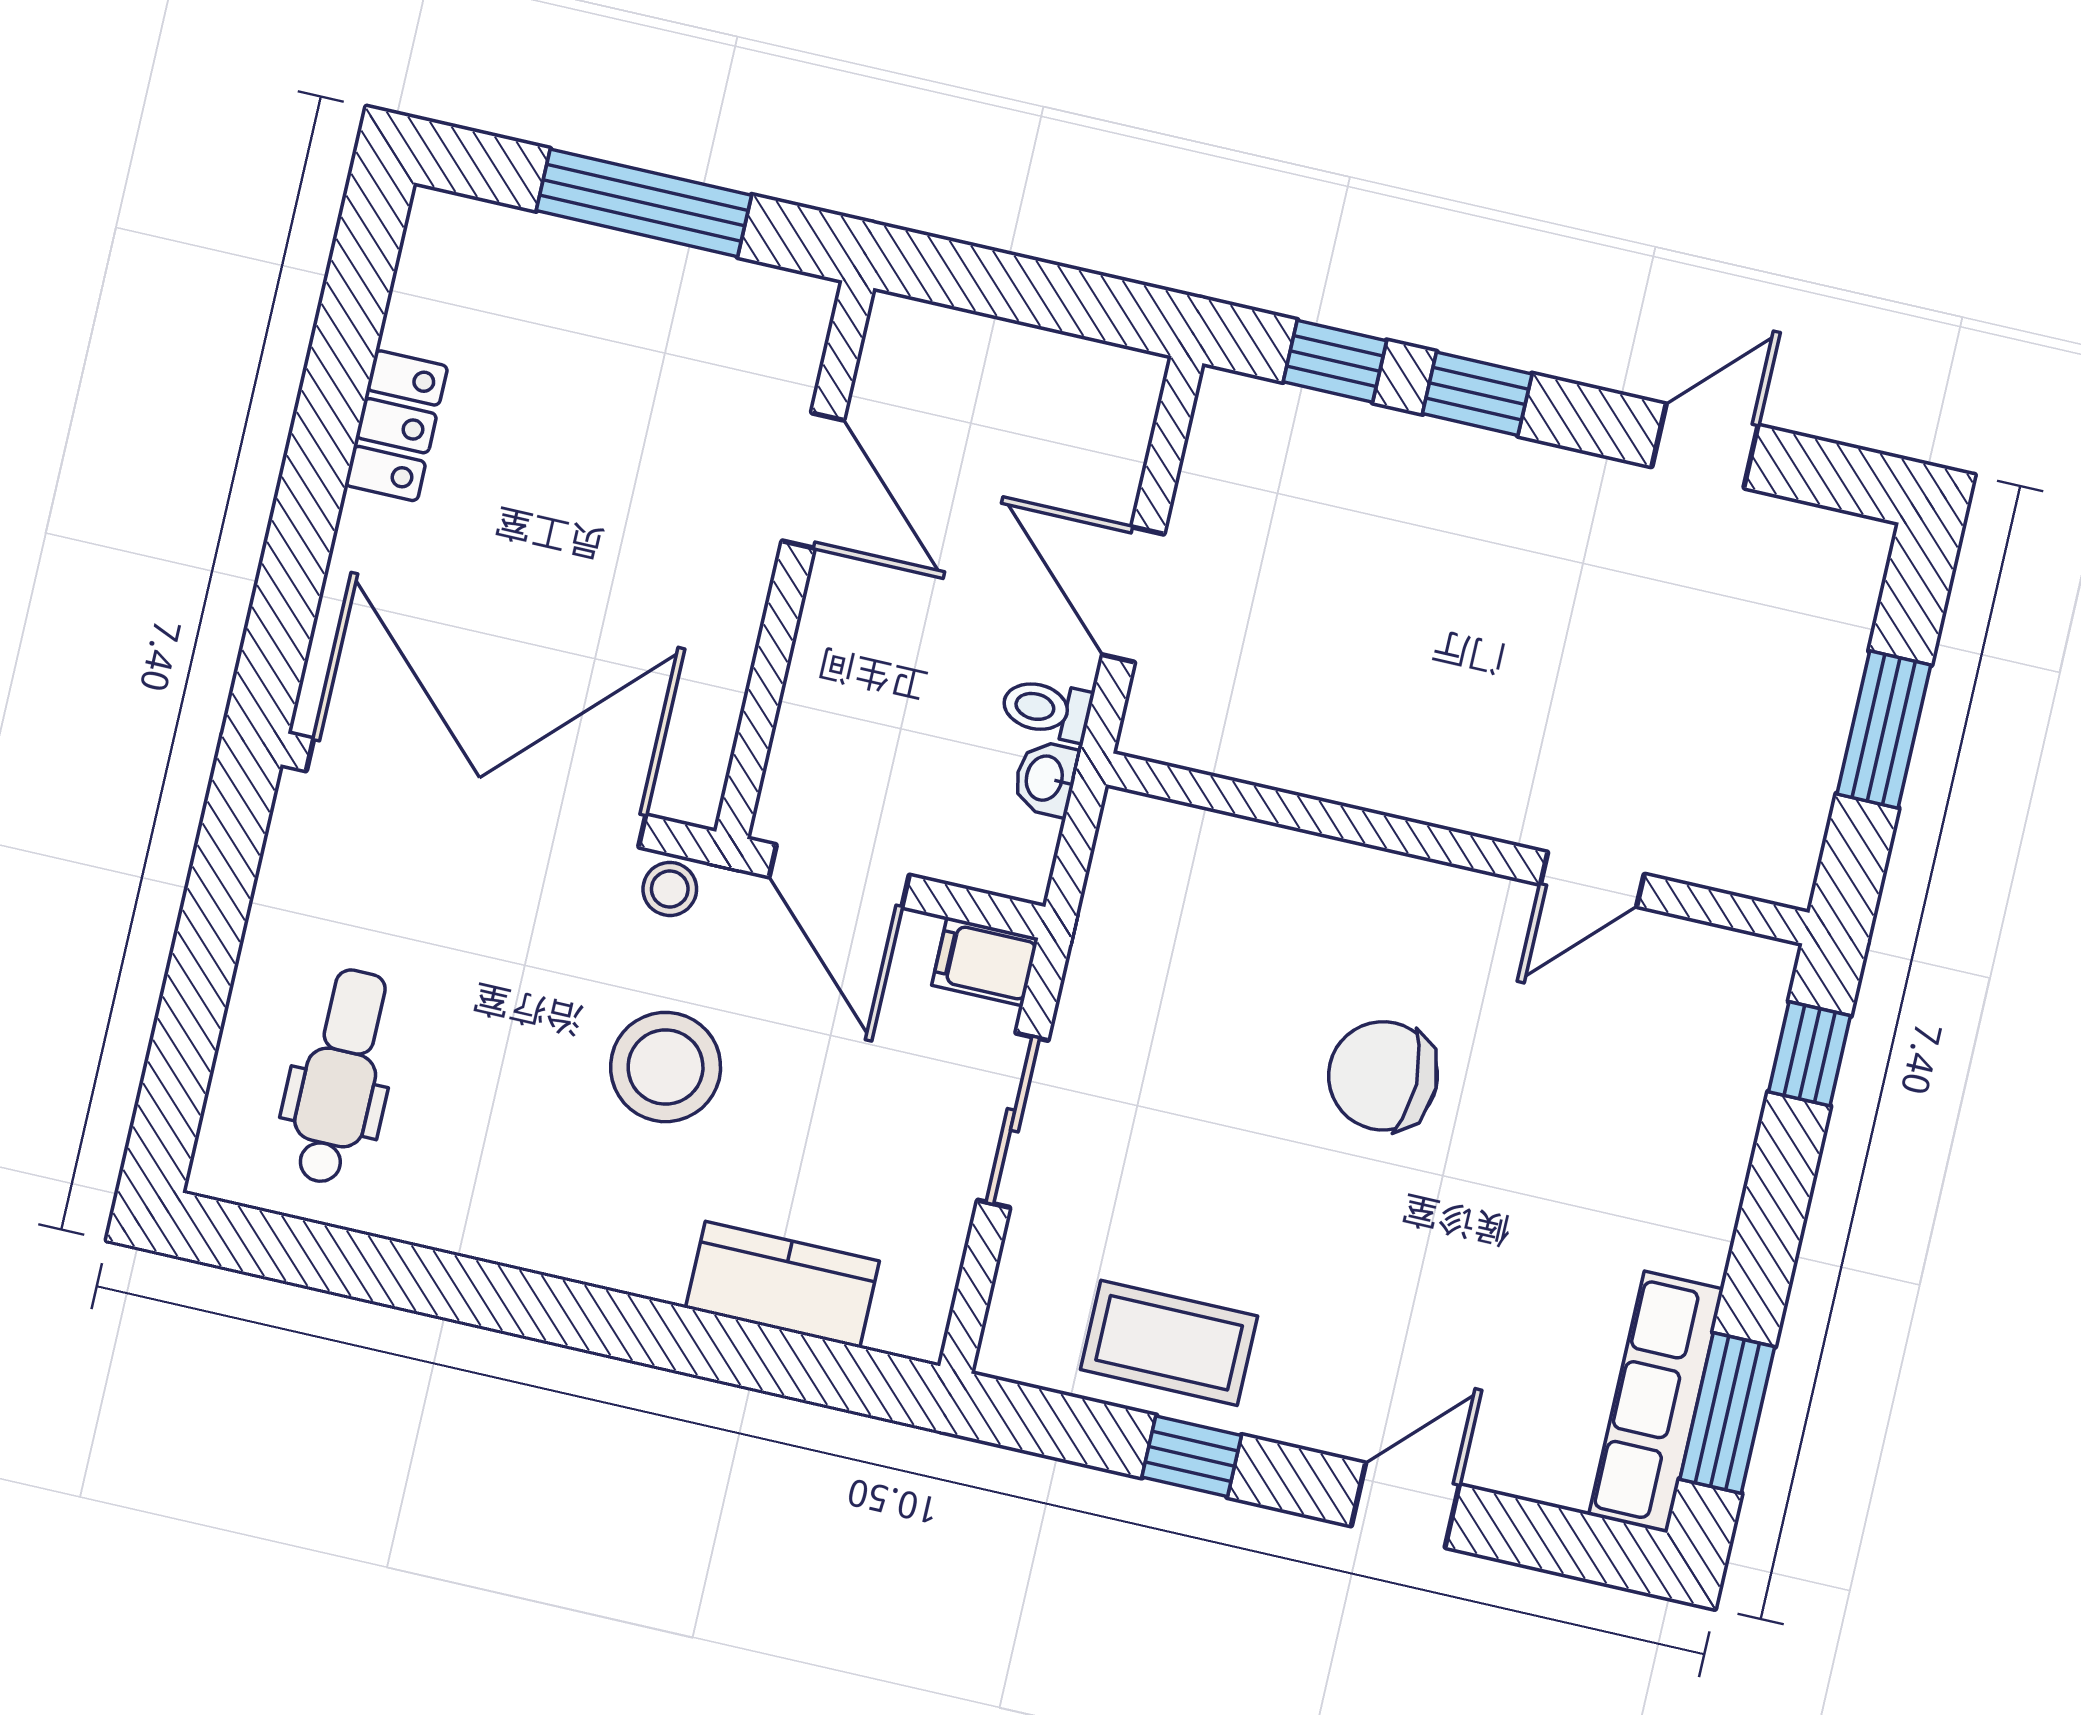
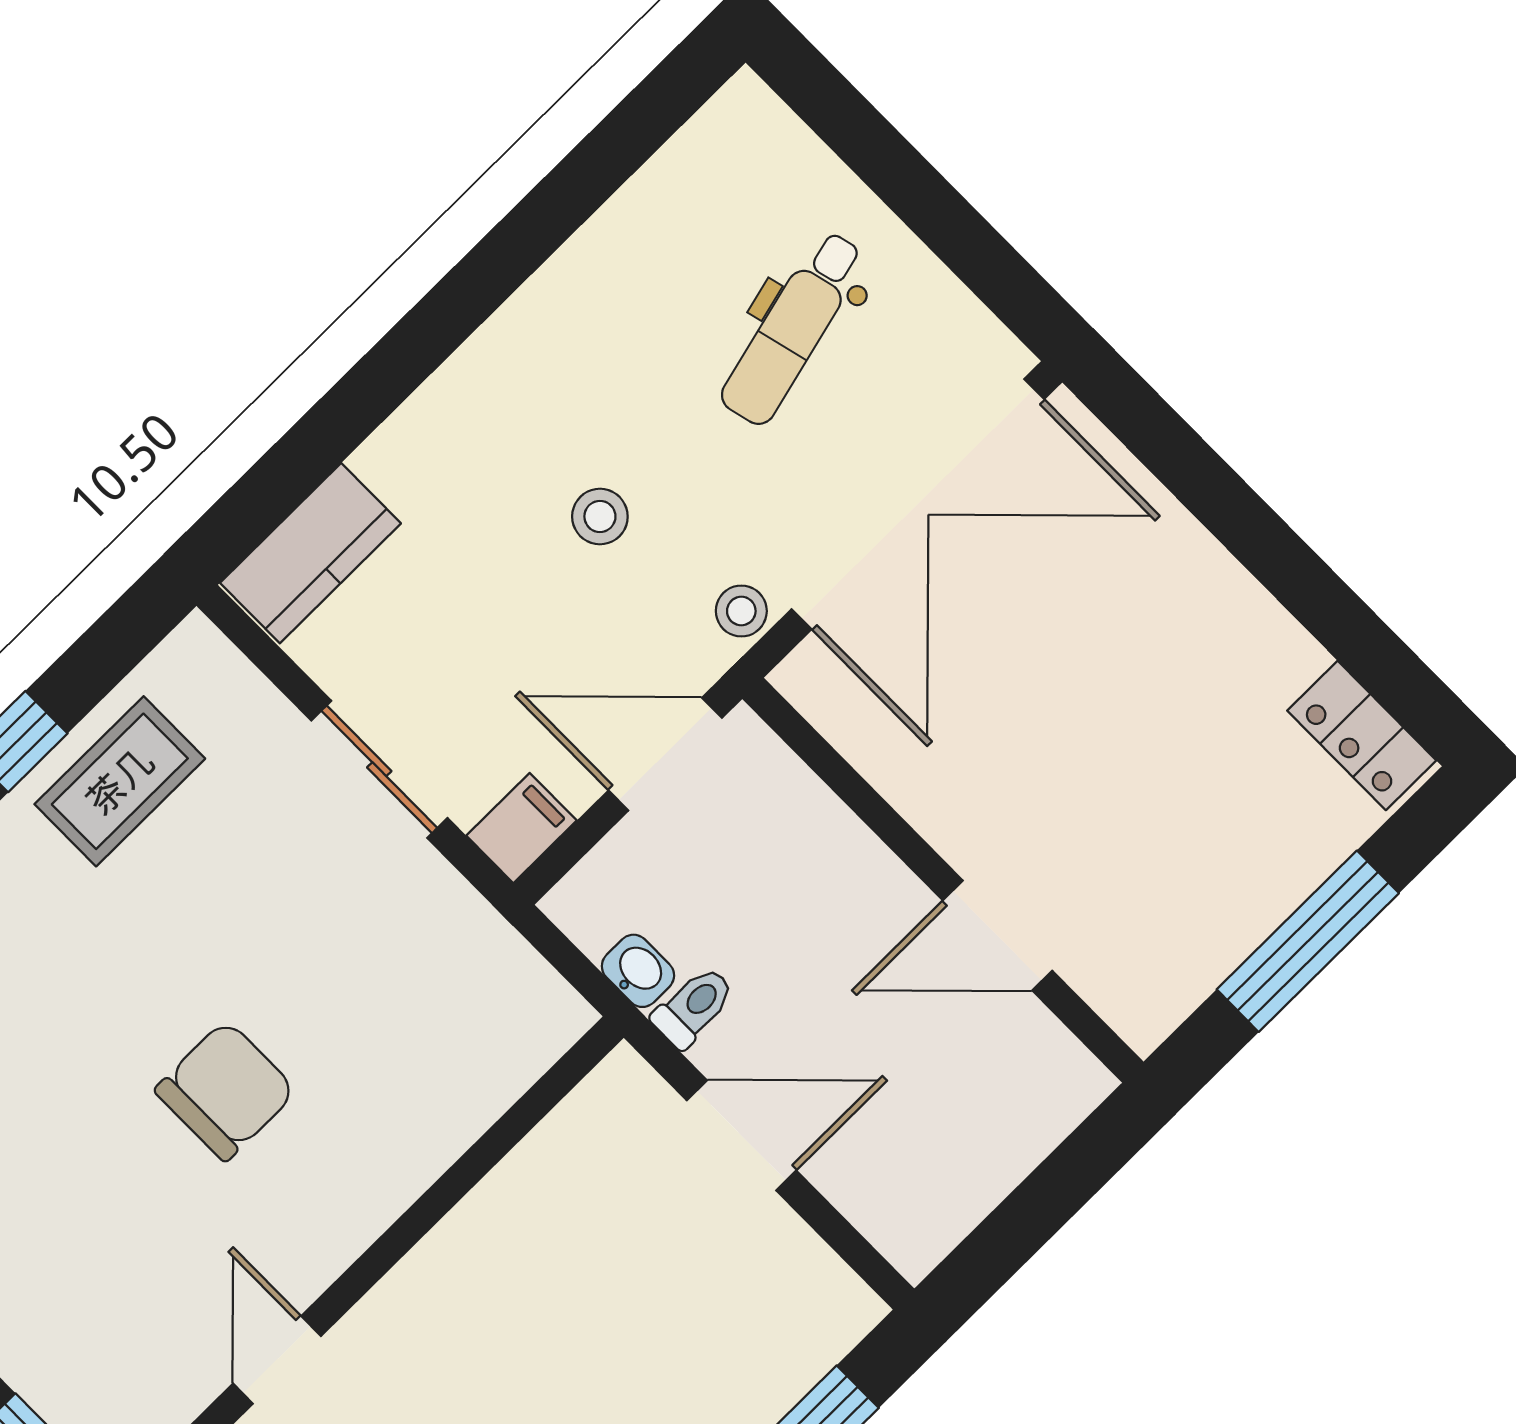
locker: (396, 426) -> (1362, 735), moved
stool: (666, 1067) -> (600, 517), width x0.53, depth x0.53
dental chair: (340, 1077) -> (793, 328), moved, turned 76
kitchen counter: (782, 1285) -> (310, 553), moved

